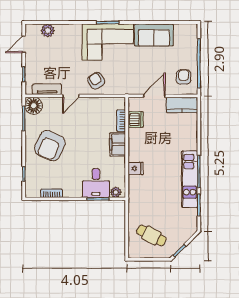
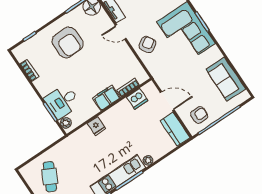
sofa: (154, 35) -> (226, 79), moved
plant: (193, 145) -> (148, 160), added
armchair: (50, 146) -> (68, 42), turned -114

